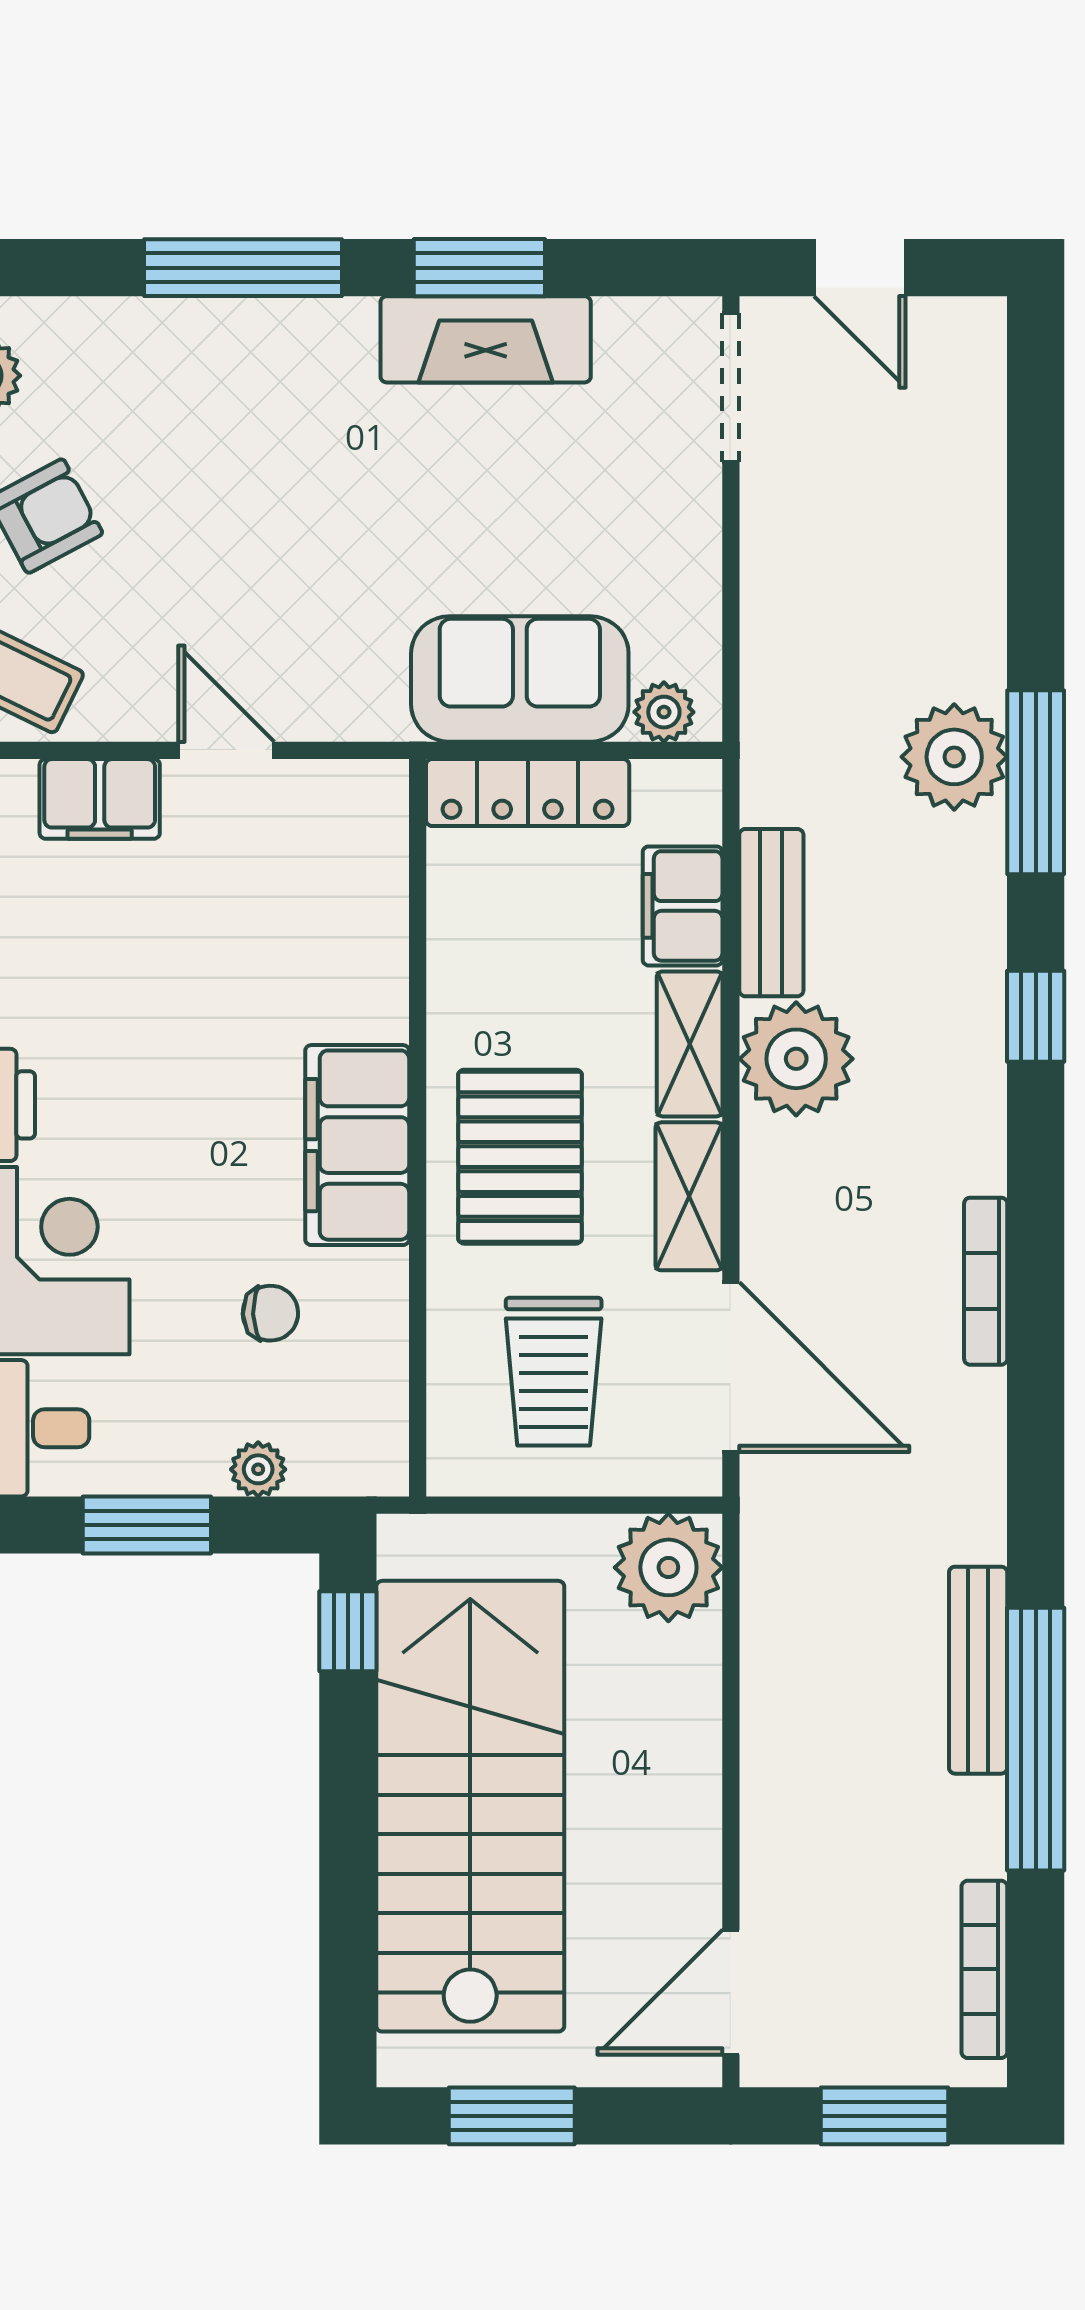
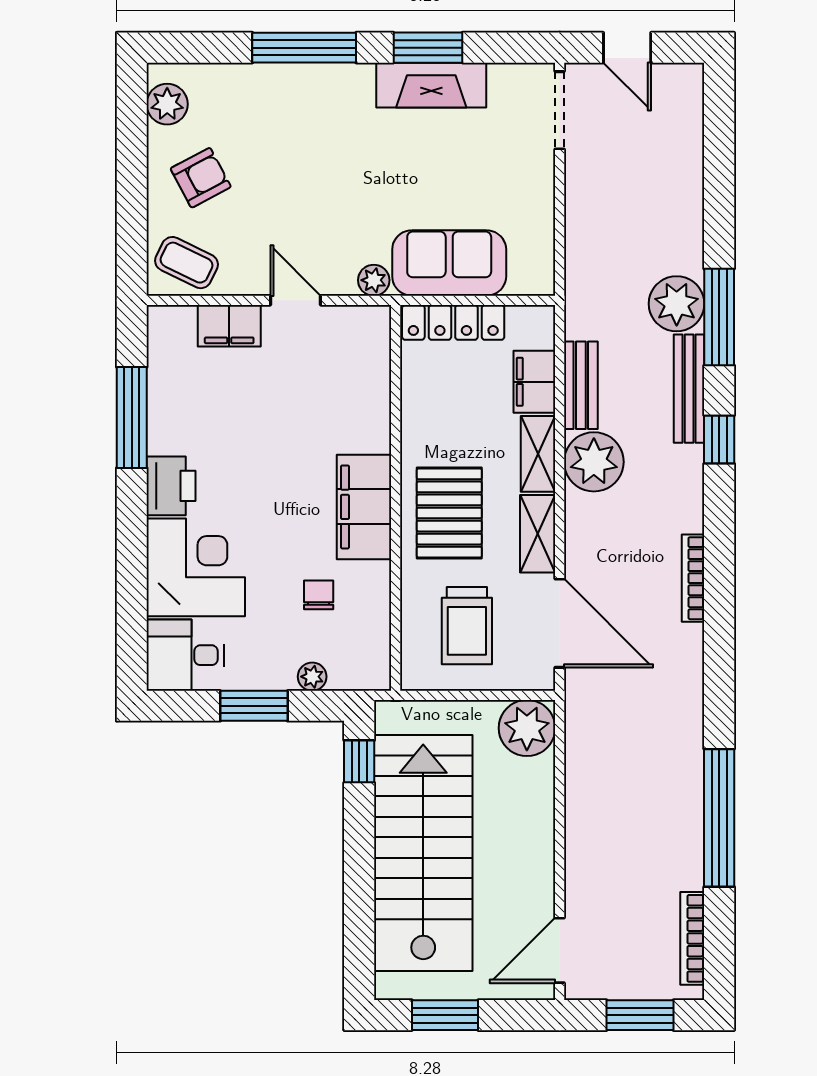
plant: (664, 712) -> (374, 280), moved
chair: (270, 1313) -> (319, 595), turned -88
bench: (978, 1670) -> (689, 389), moved

